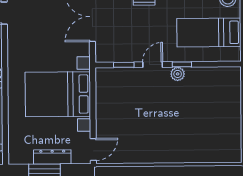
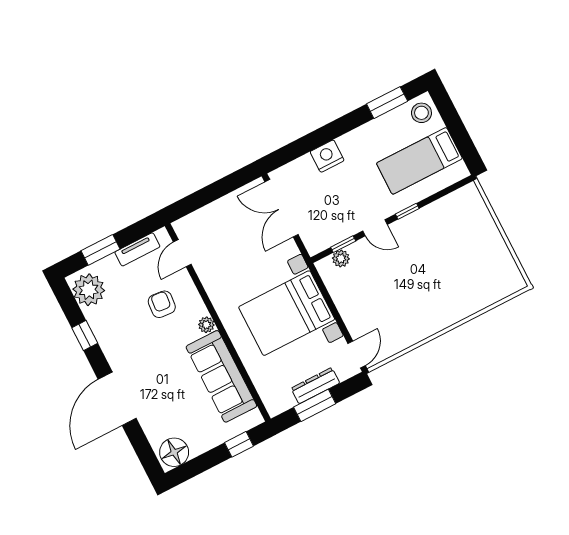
door: (153, 65) -> (375, 228), swing flipped
plant: (178, 74) -> (341, 259), moved

